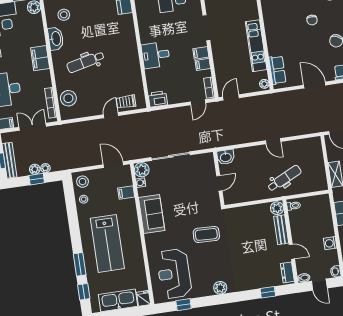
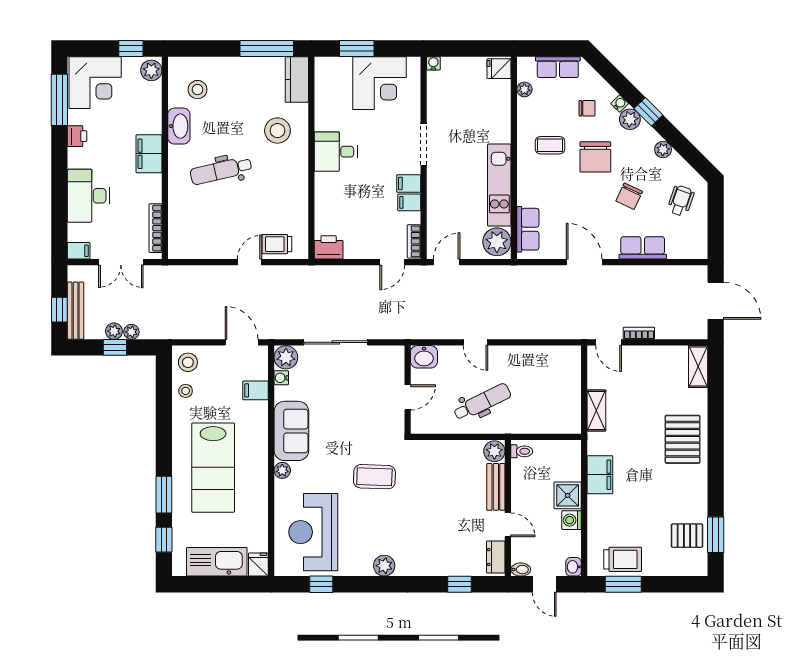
coffee table: (283, 17) -> (550, 145), added
chair: (312, 20) -> (595, 157), width x1.87, depth x1.87
desk: (156, 55) -> (336, 152), moved
plant: (264, 84) -> (497, 242), width x1.87, depth x1.87
stool: (68, 98) -> (277, 131), moved
double door: (33, 127) -> (121, 262), swing flipped
door: (273, 141) -> (475, 342), moved
dental chair: (284, 178) -> (482, 402), moved
shower: (326, 228) -> (568, 495), added
plant: (150, 239) -> (282, 470), added

